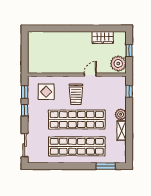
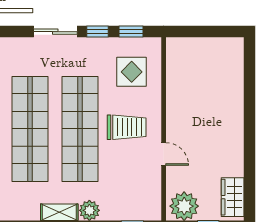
wardrobe: (103, 37) -> (233, 197), moved
trolley: (76, 94) -> (127, 127), turned 180
sliding door: (25, 145) -> (55, 32), moved

